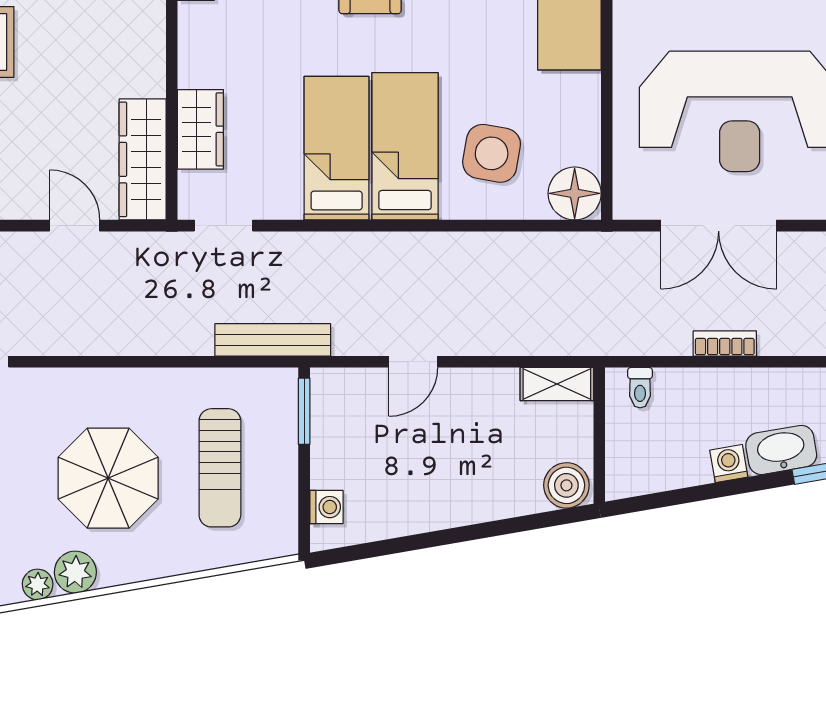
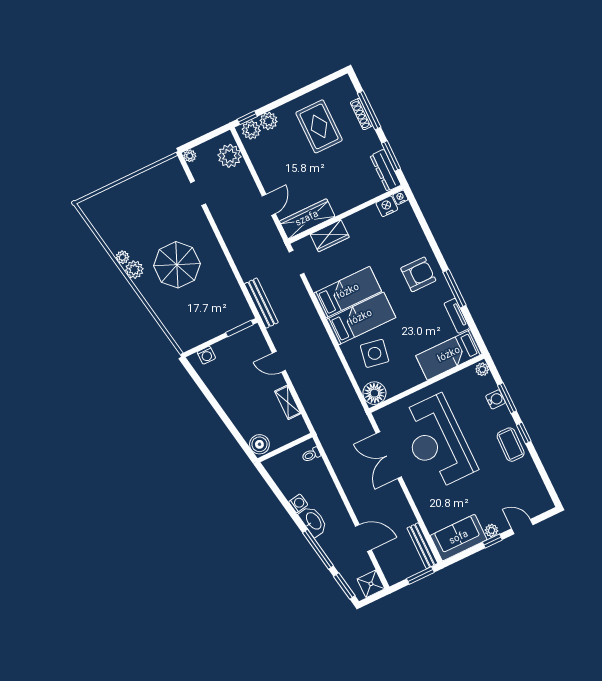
bookcase: (725, 344) -> (344, 479), removed
shelving: (557, 384) -> (288, 402), moved
sun lounger: (220, 468) -> (202, 306), removed

